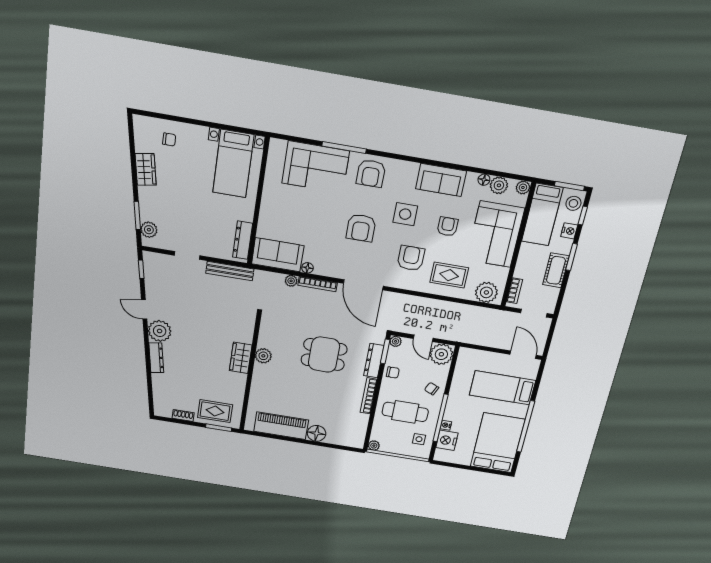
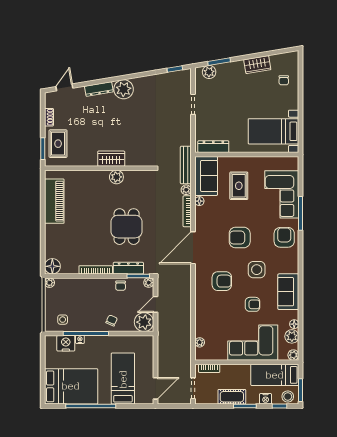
armchair: (371, 173) -> (284, 237), turned 90
bench: (230, 271) -> (186, 165), moved
rug: (449, 275) -> (239, 186), moved
plant: (486, 292) -> (200, 342), width x0.53, depth x0.53
door: (144, 309) -> (64, 87), moved
cafe table: (405, 412) -> (86, 303), removed
floor lamp: (317, 433) -> (52, 266), moved

